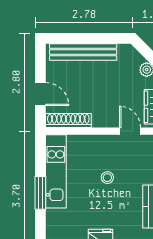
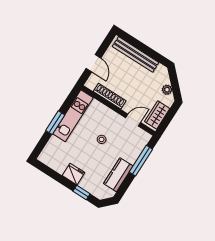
shoe rack: (68, 121) -> (110, 96), moved
door: (130, 131) -> (133, 120), hinge flipped

